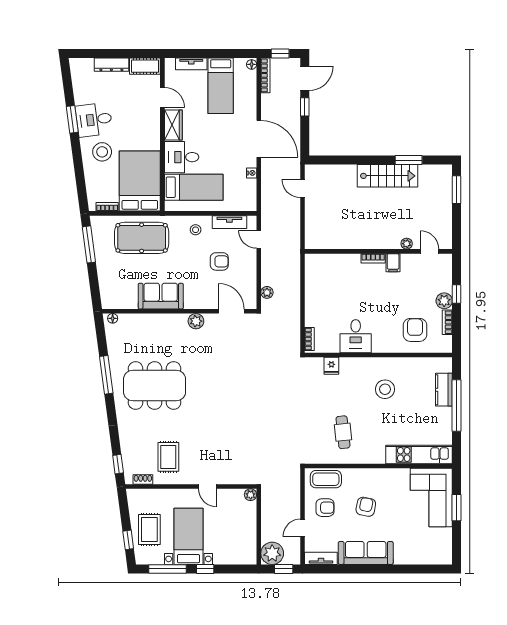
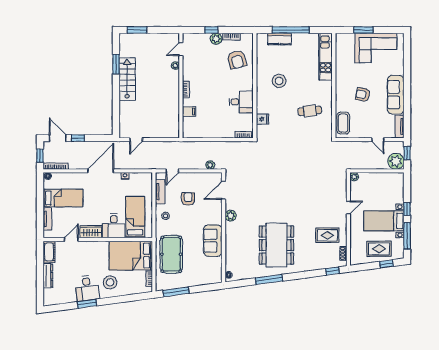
filing cabinet: (393, 263) -> (189, 112), moved
armchair: (415, 330) -> (237, 60), turned -105
corner sofa: (431, 498) -> (376, 48), moved
armchair: (325, 508) -> (363, 124), removed

